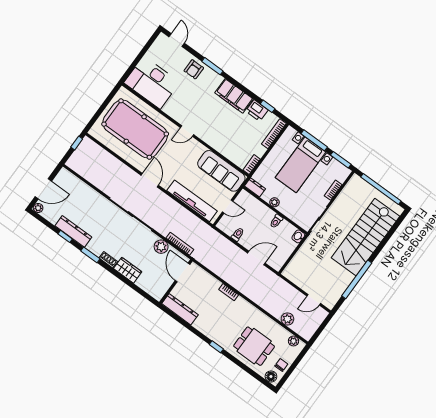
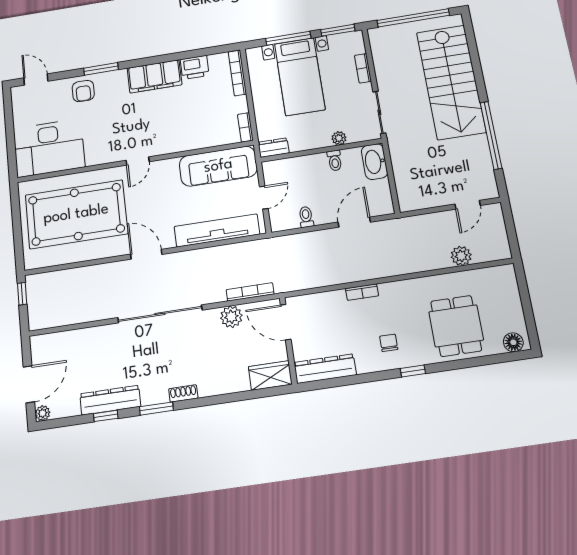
window: (268, 106) -> (202, 52), removed
plant: (274, 202) -> (339, 138), moved
washbasin: (298, 236) -> (375, 162), width x1.91, depth x1.45
wardrobe: (128, 270) -> (270, 375), moved
plant: (293, 341) -> (495, 274), removed
dining table: (254, 346) -> (456, 326), turned 90
chair: (281, 365) -> (389, 343), moved

